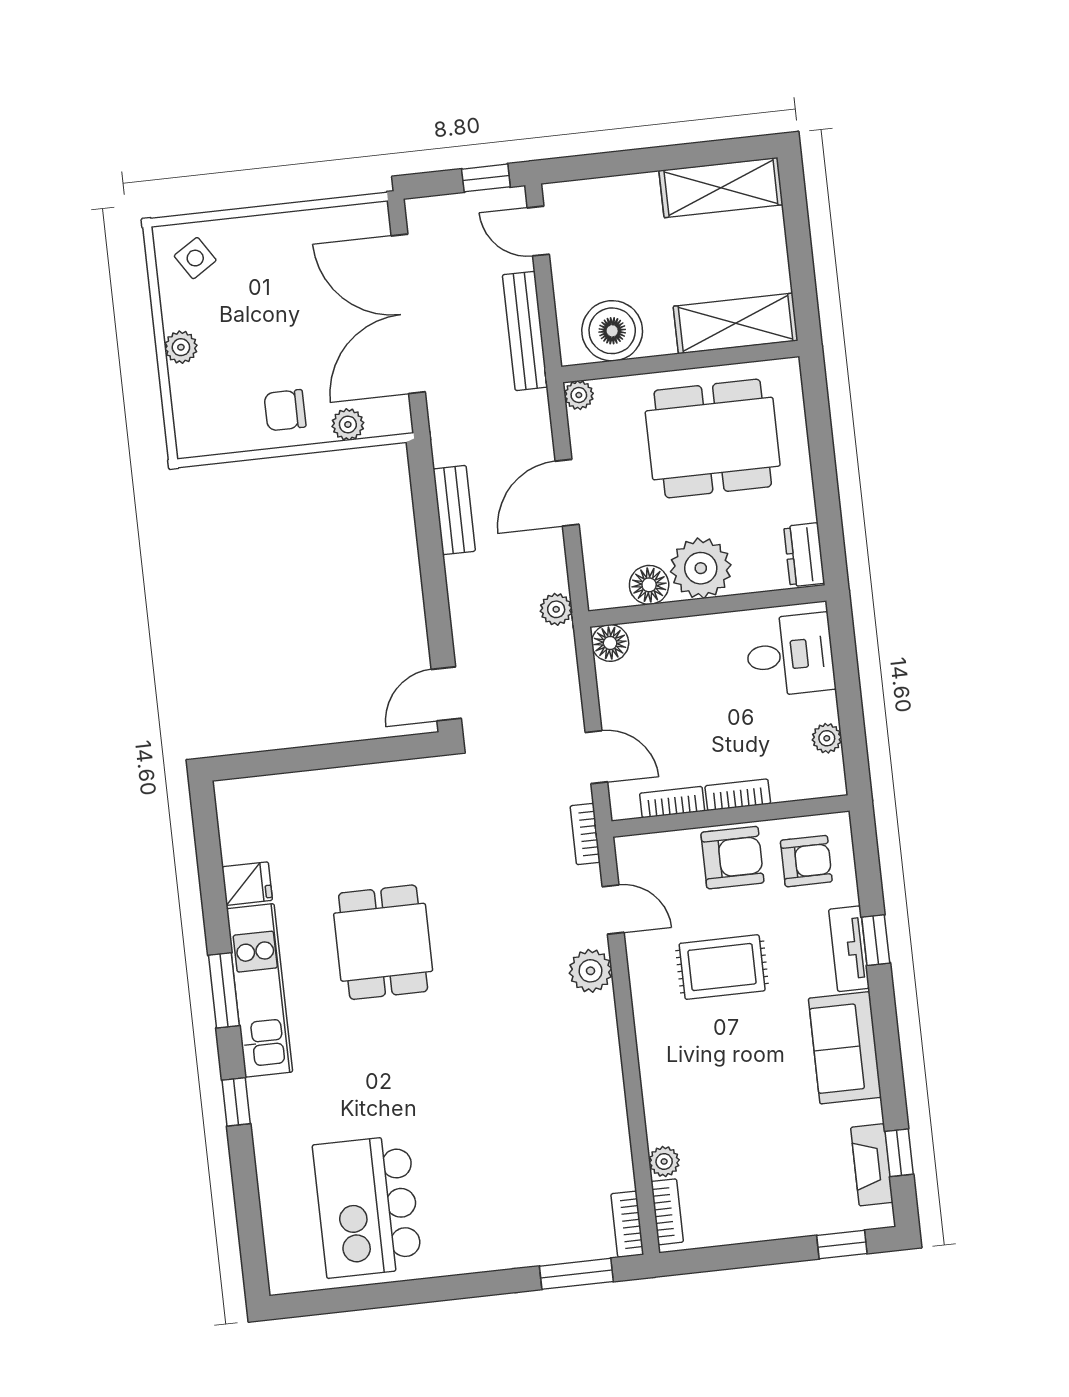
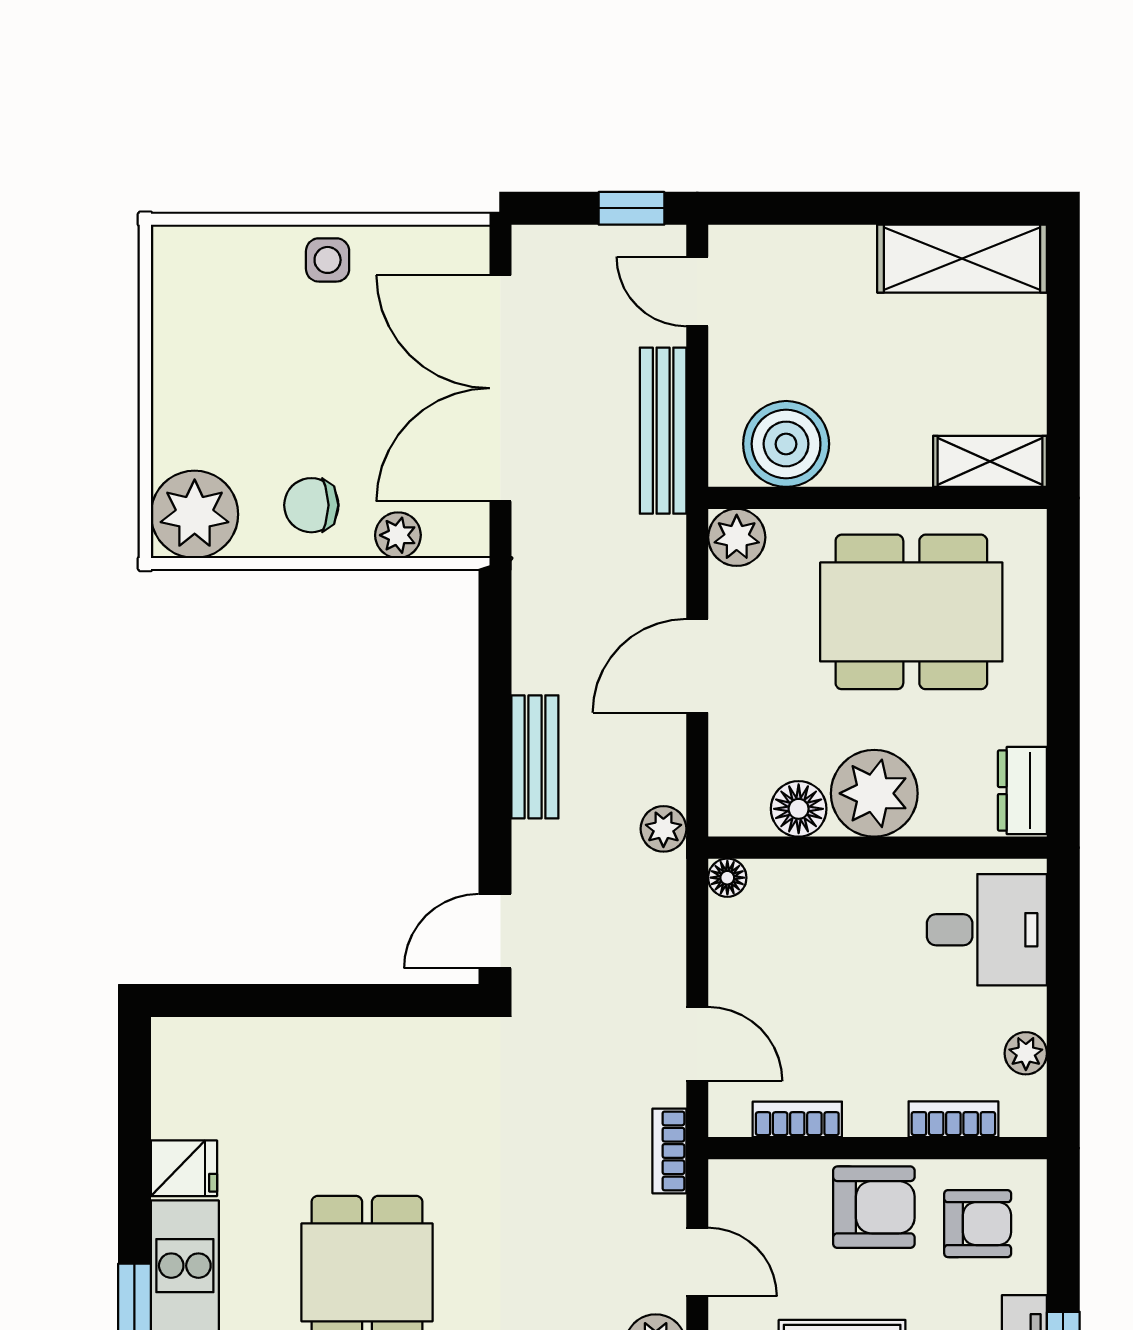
side table: (195, 258) -> (328, 260), moved, turned 33
shelving: (736, 323) -> (990, 461), width x0.67, depth x0.75
plant: (181, 347) -> (195, 514), moved, width x1.87, depth x1.87
plant: (579, 395) -> (737, 537), width x1.38, depth x1.38
bench: (454, 510) -> (535, 757), moved
floor lamp: (610, 643) -> (727, 878), width x0.73, depth x0.73
bookcase: (738, 795) -> (953, 1119), moved

